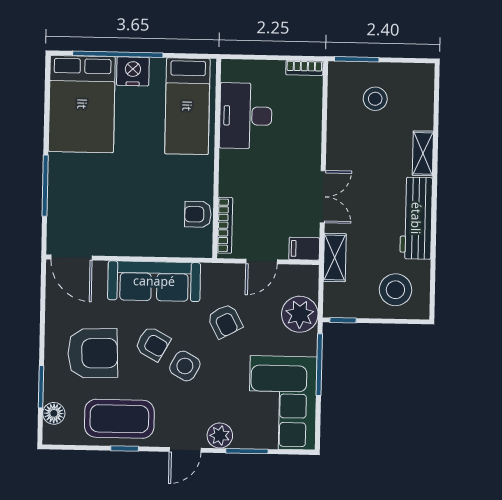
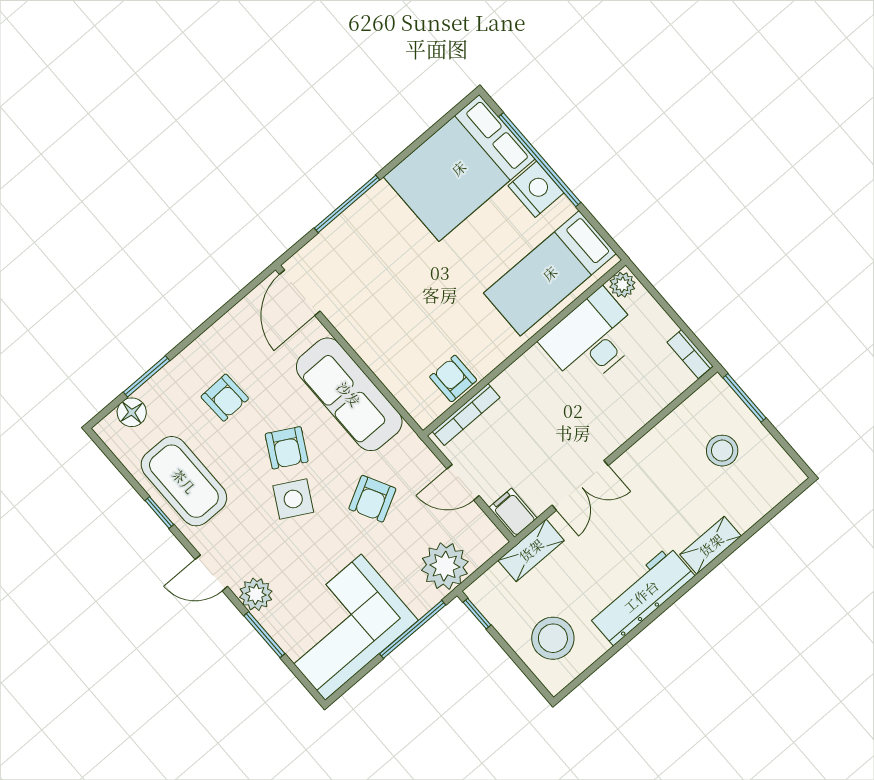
plant: (231, 71) -> (622, 285), added
armchair: (93, 353) -> (225, 398), width x0.53, depth x0.53

